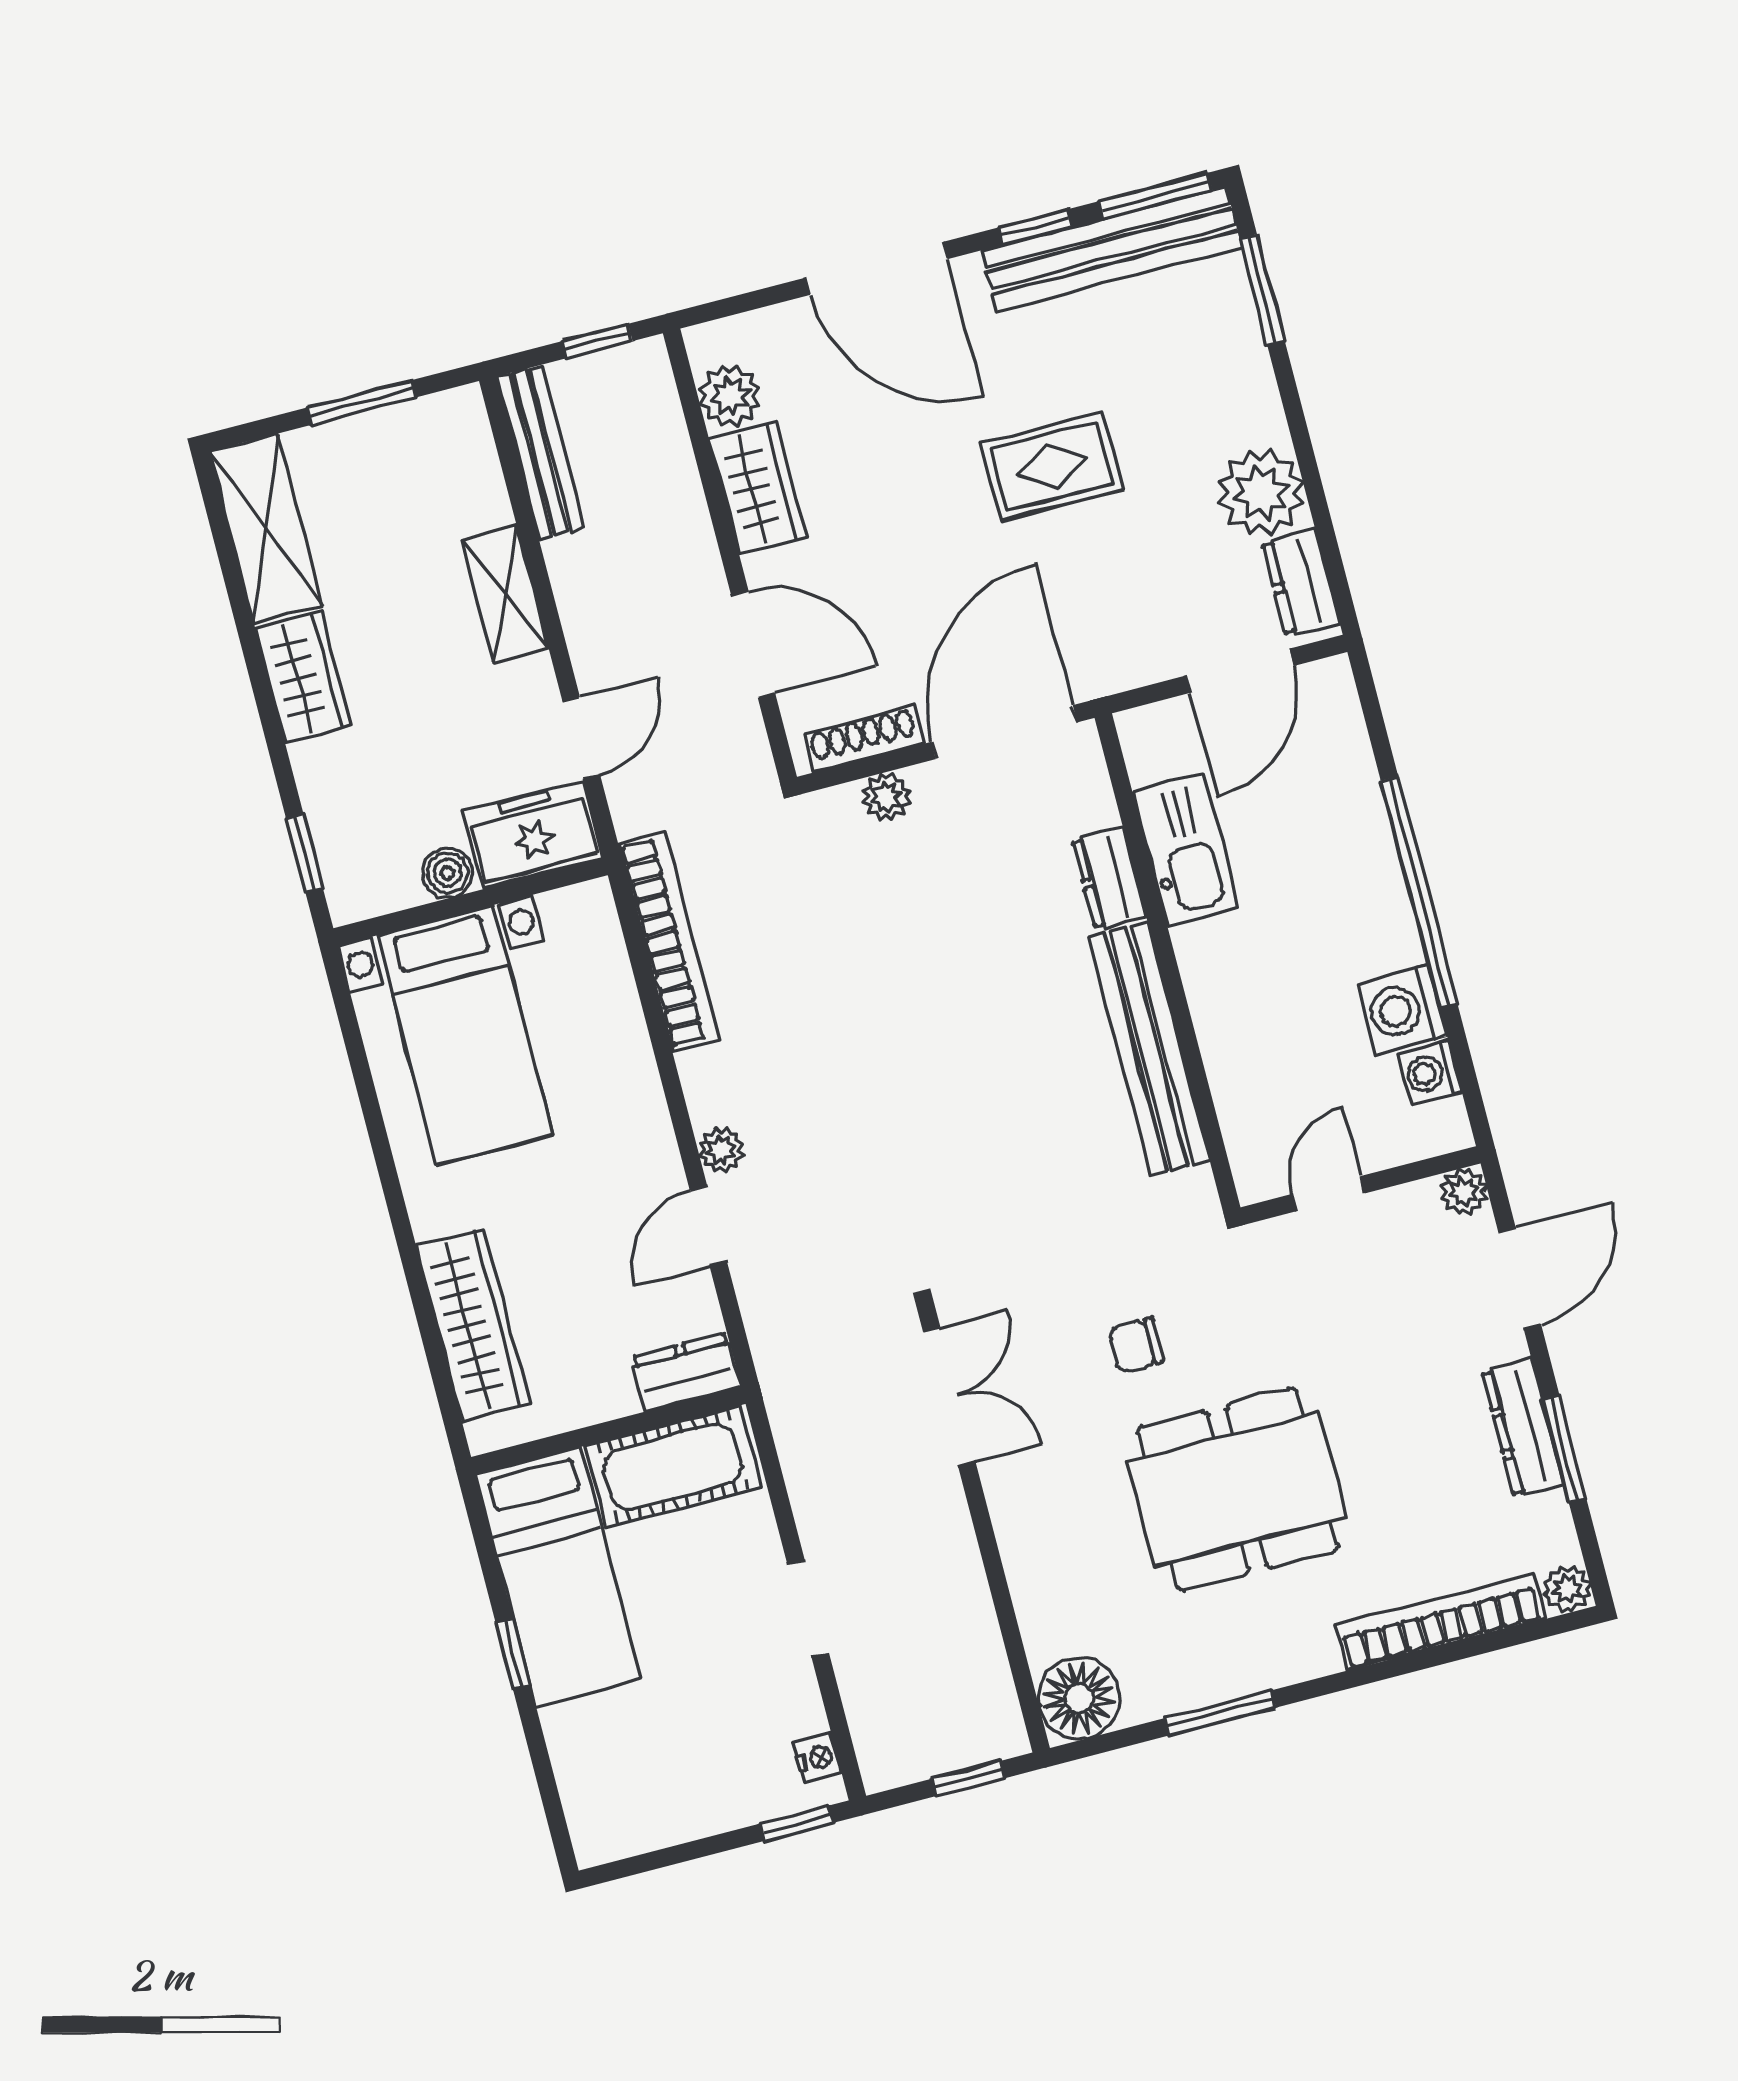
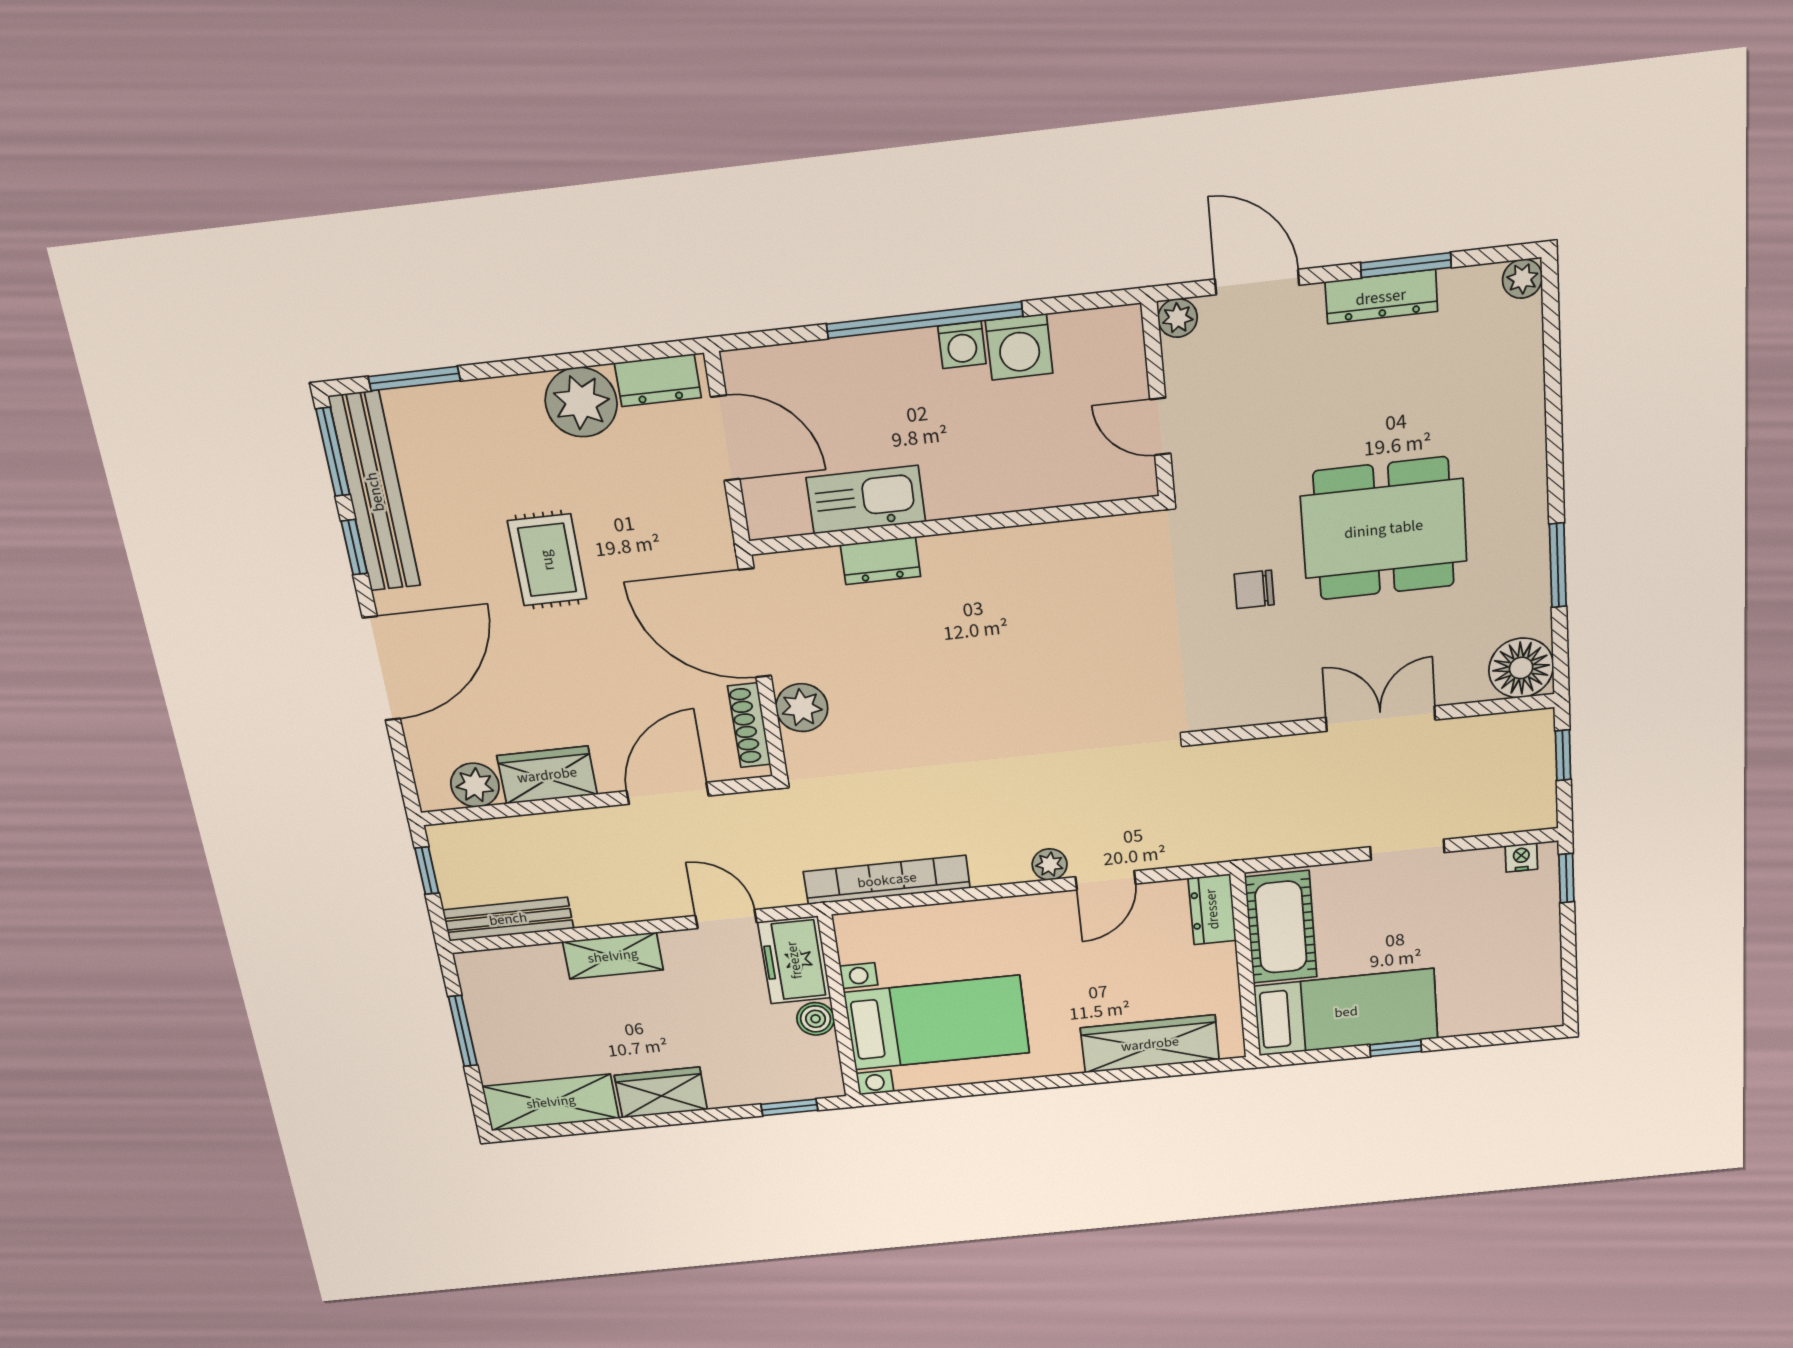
plant: (887, 797) -> (802, 708), width x1.38, depth x1.38
bench: (1149, 1049) -> (1021, 549), removed
washing machine: (1430, 1073) -> (962, 345), moved
door: (708, 1226) -> (1106, 880), hinge flipped
chair: (1136, 1345) -> (1254, 589), turned 90
double door: (949, 1397) -> (1381, 719), moved
dining table: (1237, 1489) -> (1384, 529), turned 90
bookcase: (1441, 1622) -> (1526, 385), removed

